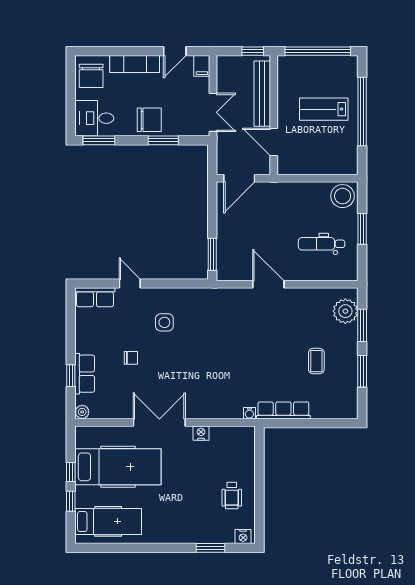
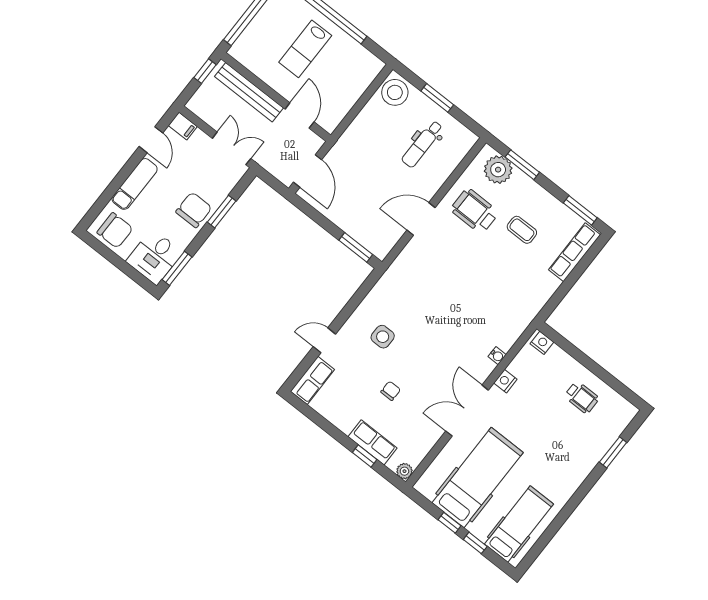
door: (274, 142) -> (300, 116), swing flipped
wheelchair: (303, 317) -> (475, 211), added
window: (362, 371) -> (580, 210), moved
row of seats: (283, 410) -> (575, 252), moved
water cooler: (249, 413) -> (497, 356), moved
nightstand: (243, 536) -> (542, 343), moved, turned -90

